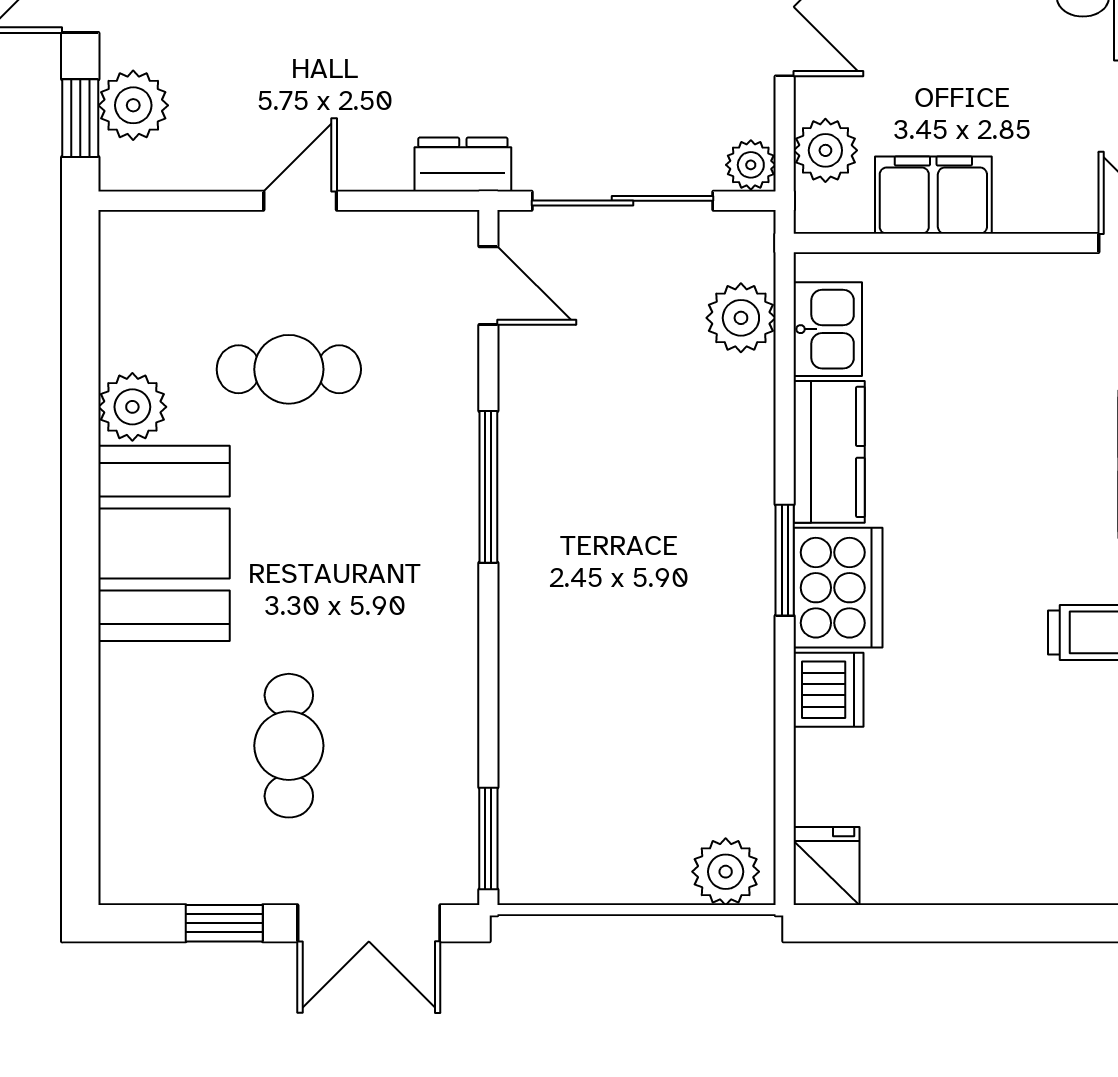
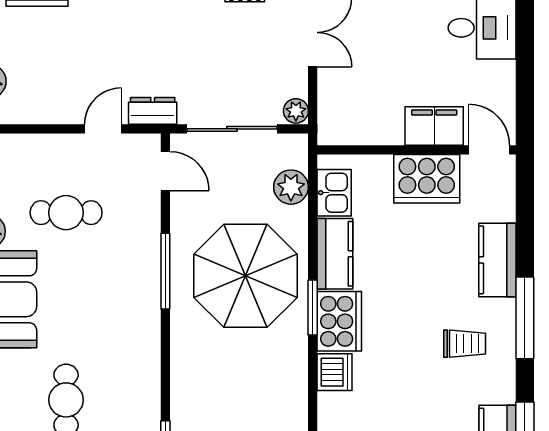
plant: (825, 150) -> (333, 104), removed
filing cabinet: (933, 195) -> (434, 126), moved
door: (300, 201) -> (103, 129), moved
cooker: (1014, 301) -> (427, 179), added
parasol: (649, 496) -> (245, 276), added

